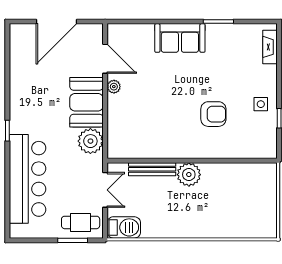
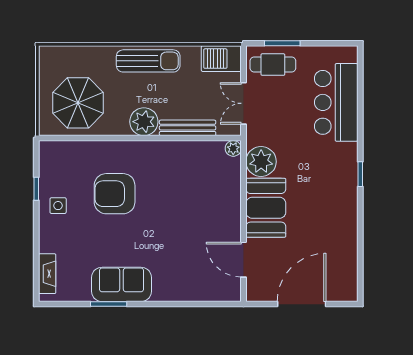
sofa: (180, 38) -> (122, 284), moved
plant: (114, 87) -> (233, 148), moved
armchair: (213, 114) -> (115, 194), width x1.36, depth x1.36
bar counter: (27, 179) -> (336, 102), width x0.73
parasol: (244, 190) -> (78, 103), added
sun lounger: (185, 225) -> (148, 61), added

